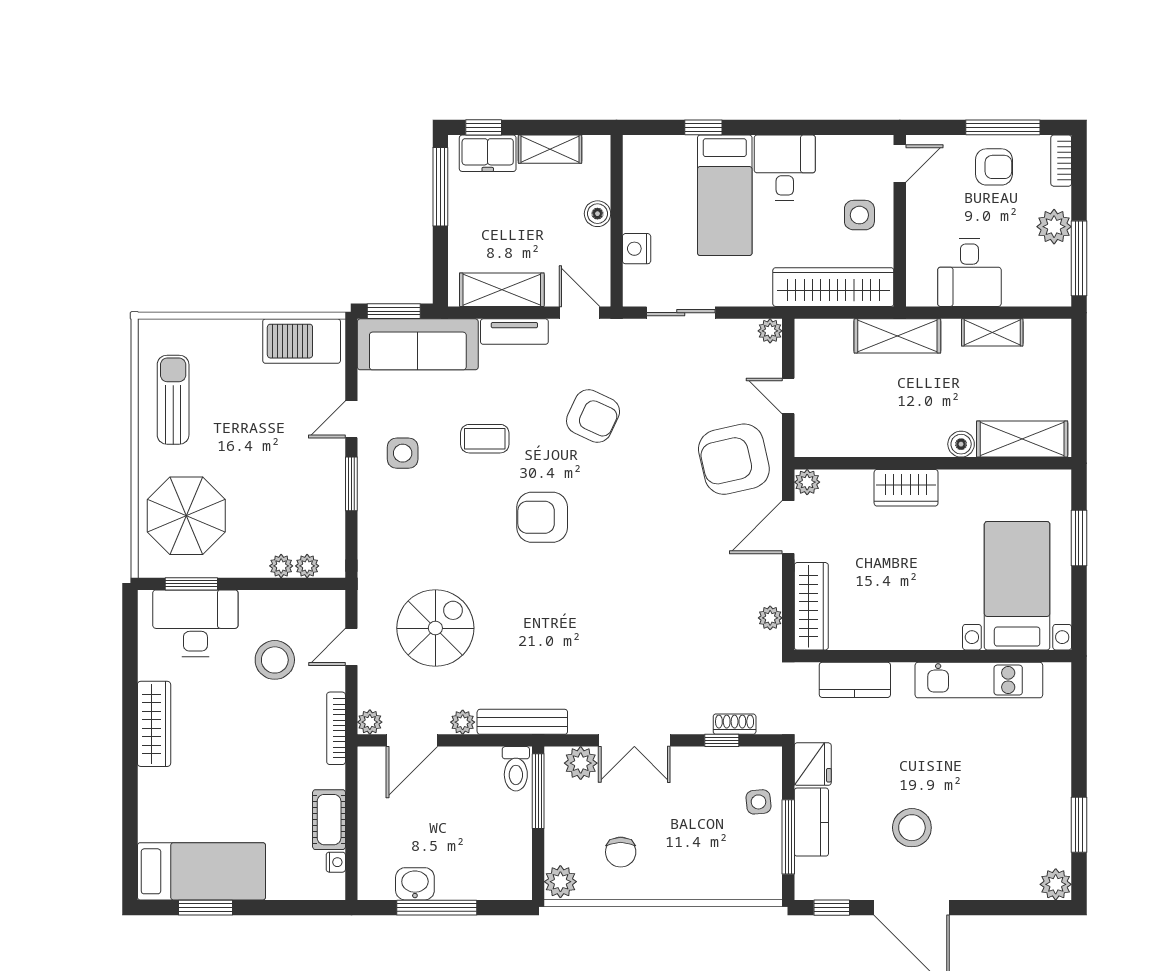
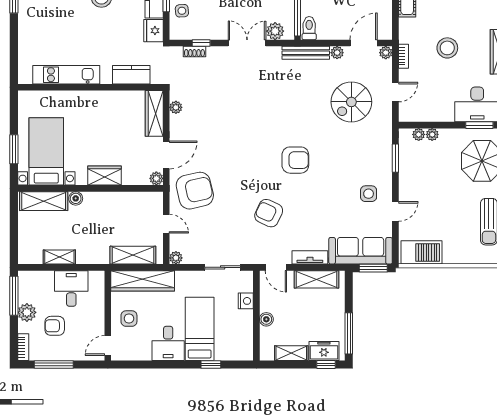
armchair: (994, 167) -> (55, 326), moved
shelving: (897, 336) -> (133, 255), moved
coffee table: (485, 439) -> (325, 201), removed
window: (351, 484) -> (395, 158), moved
bed with nightstands: (1017, 586) -> (46, 151), moved, turned 180
stool: (275, 660) -> (447, 48), moved
bookcase: (336, 728) -> (403, 56), width x0.64

